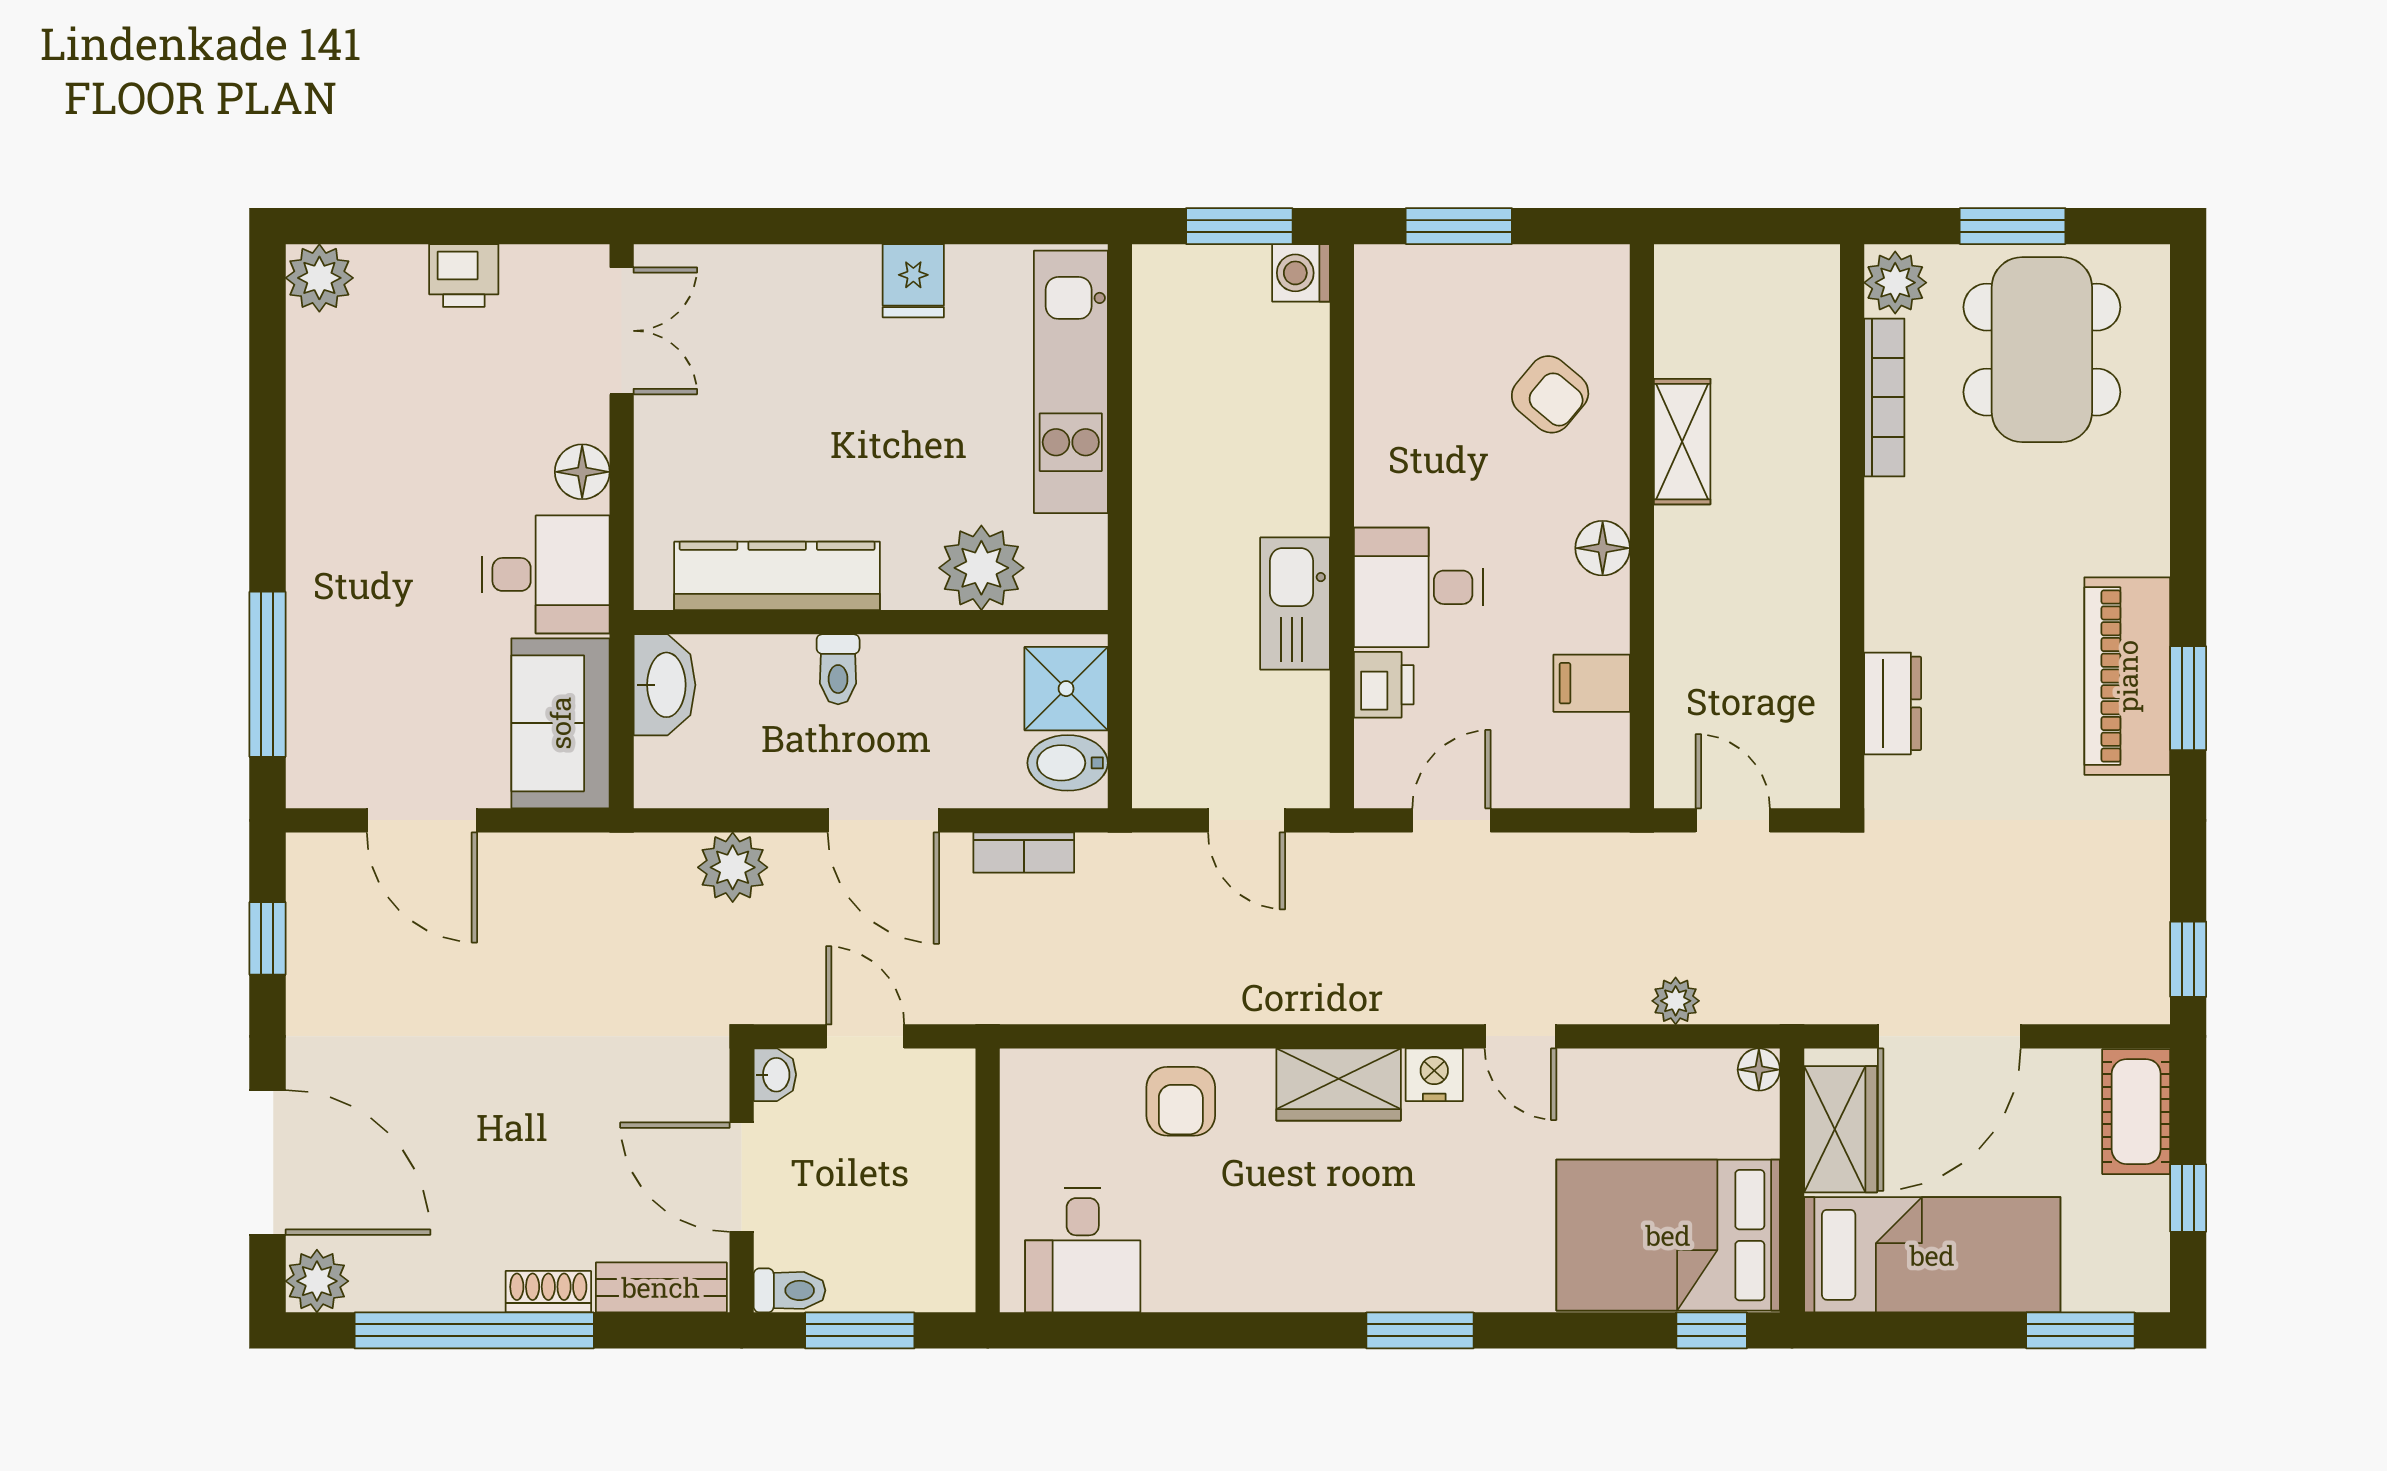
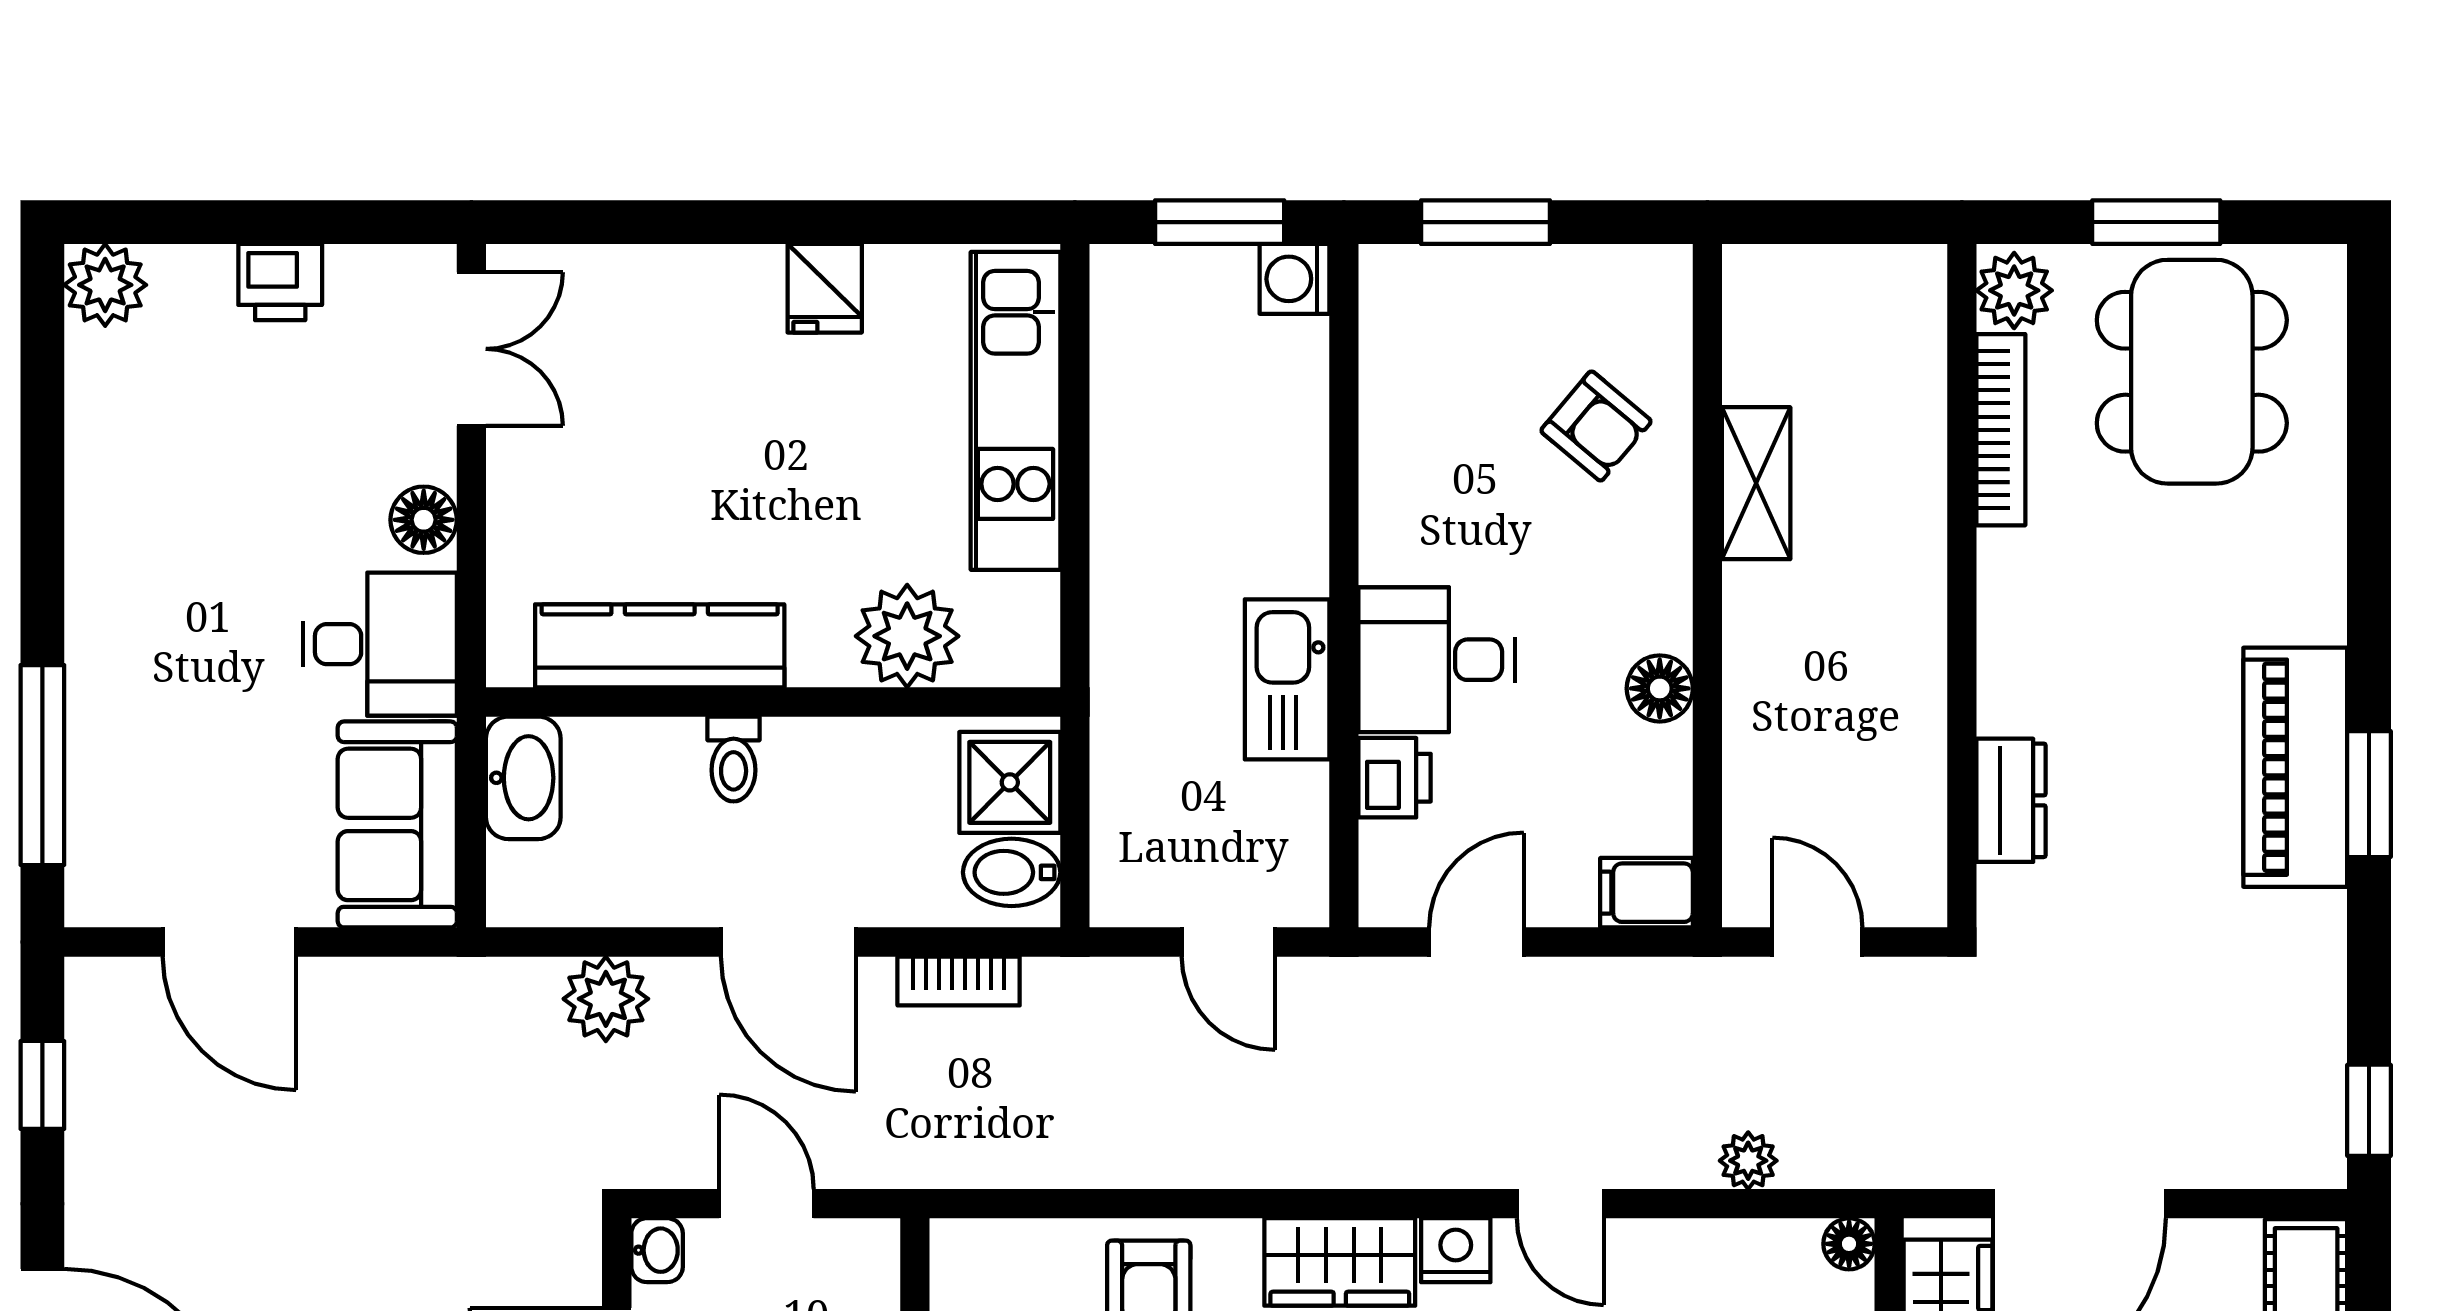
floor lamp: (1603, 548) -> (1660, 688), moved
filing cabinet: (1592, 683) -> (1647, 893), moved

